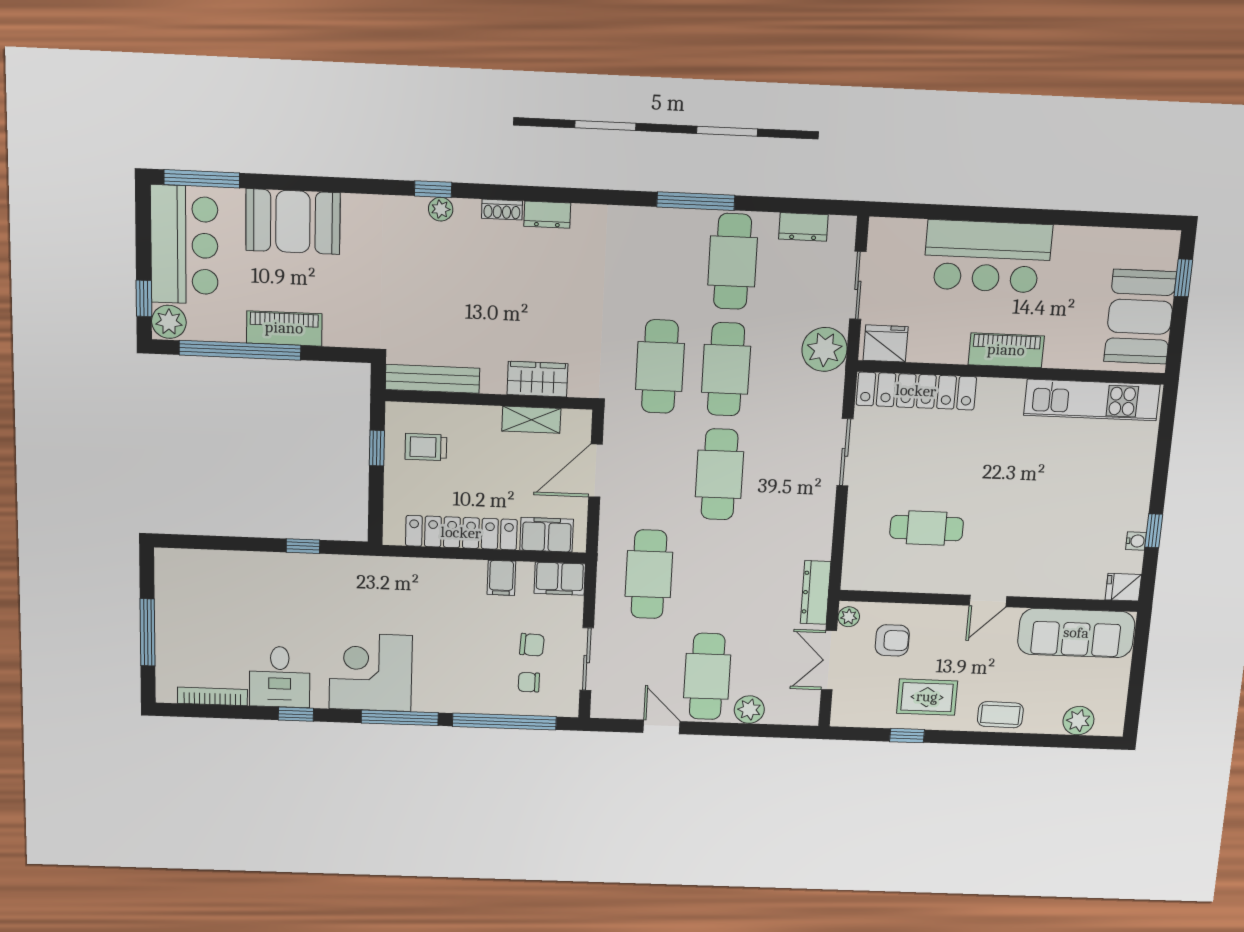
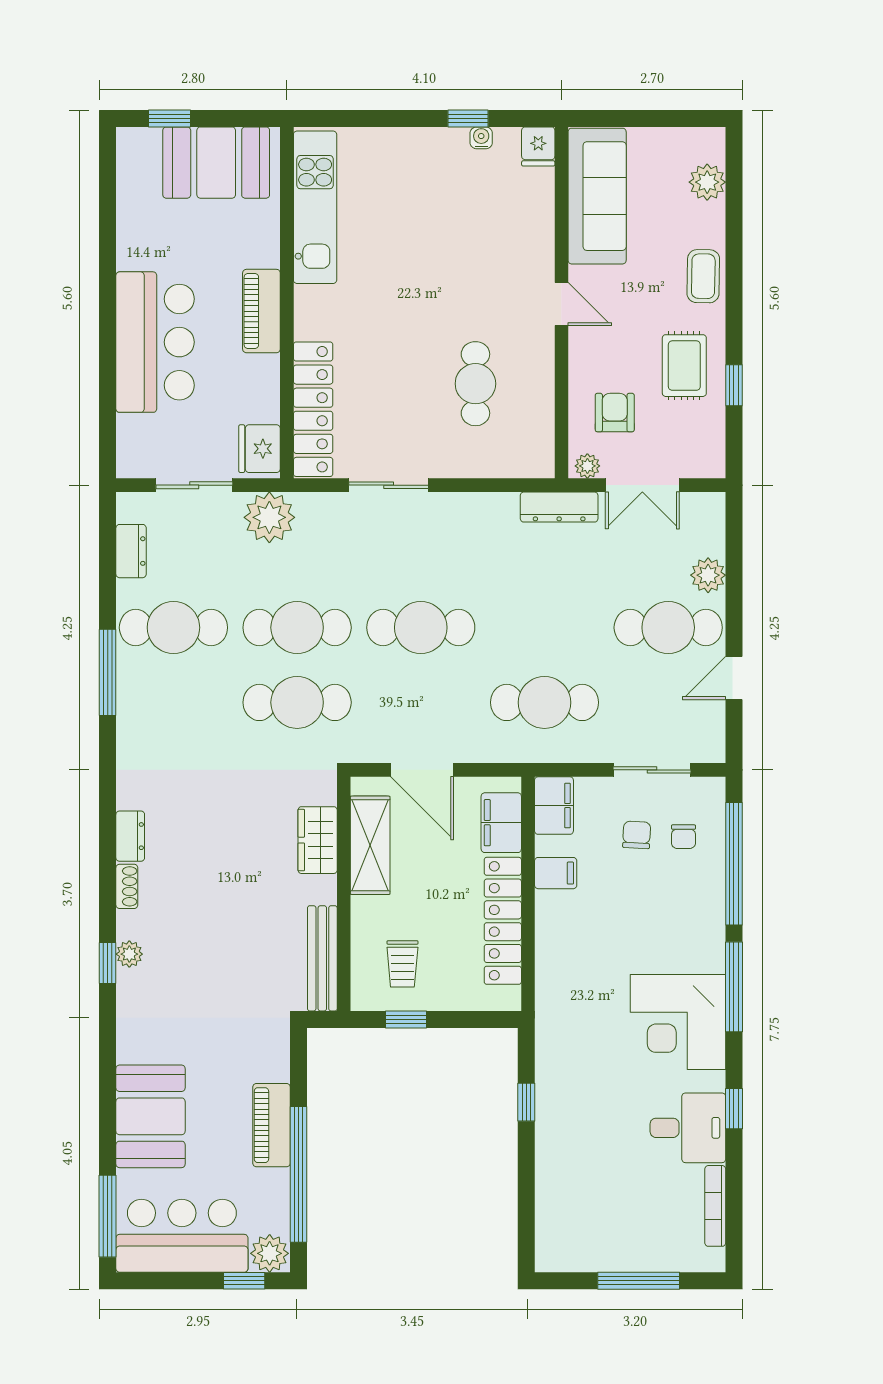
shelving: (531, 420) -> (370, 845), width x1.50, depth x1.33

